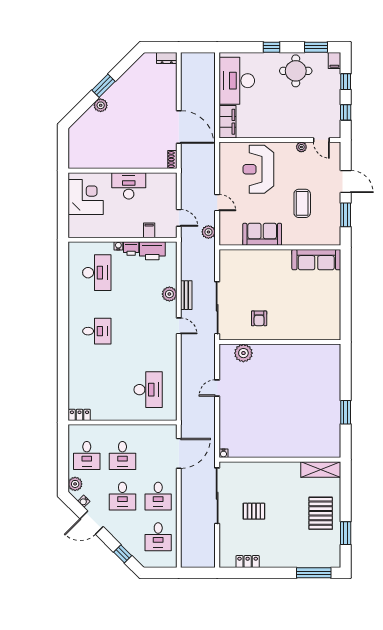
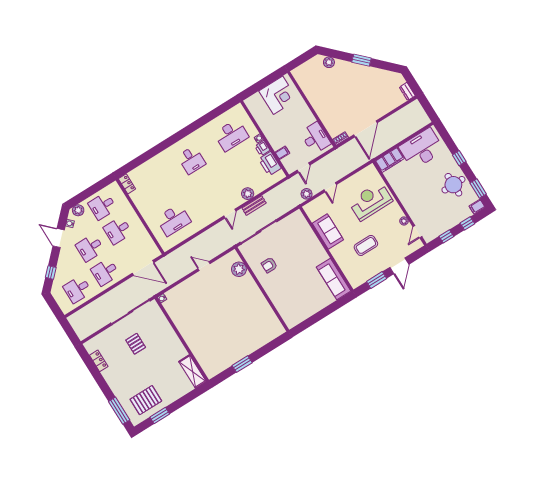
plant: (101, 105) -> (329, 62), moved
desk: (129, 186) -> (315, 138), moved
pallet: (321, 513) -> (146, 400), moved

